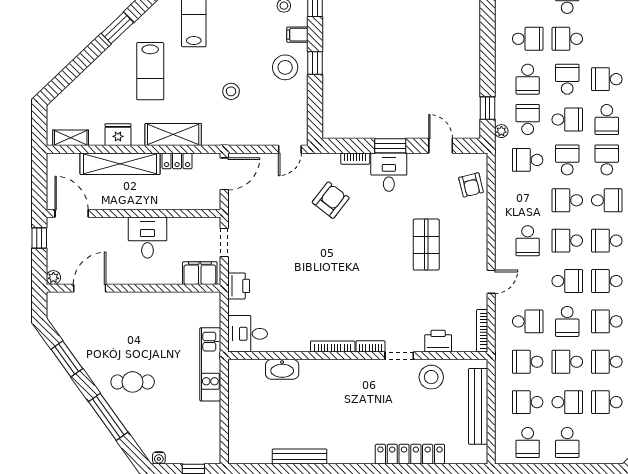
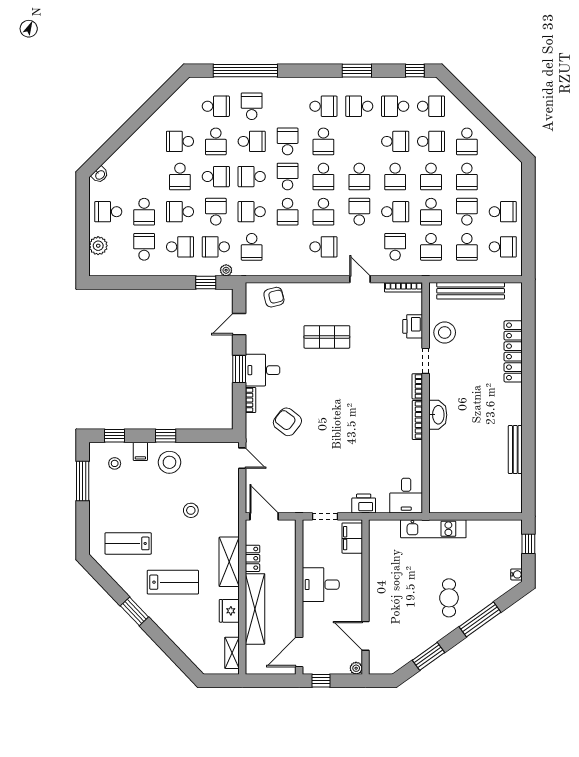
washbasin: (282, 369) -> (438, 415), moved

